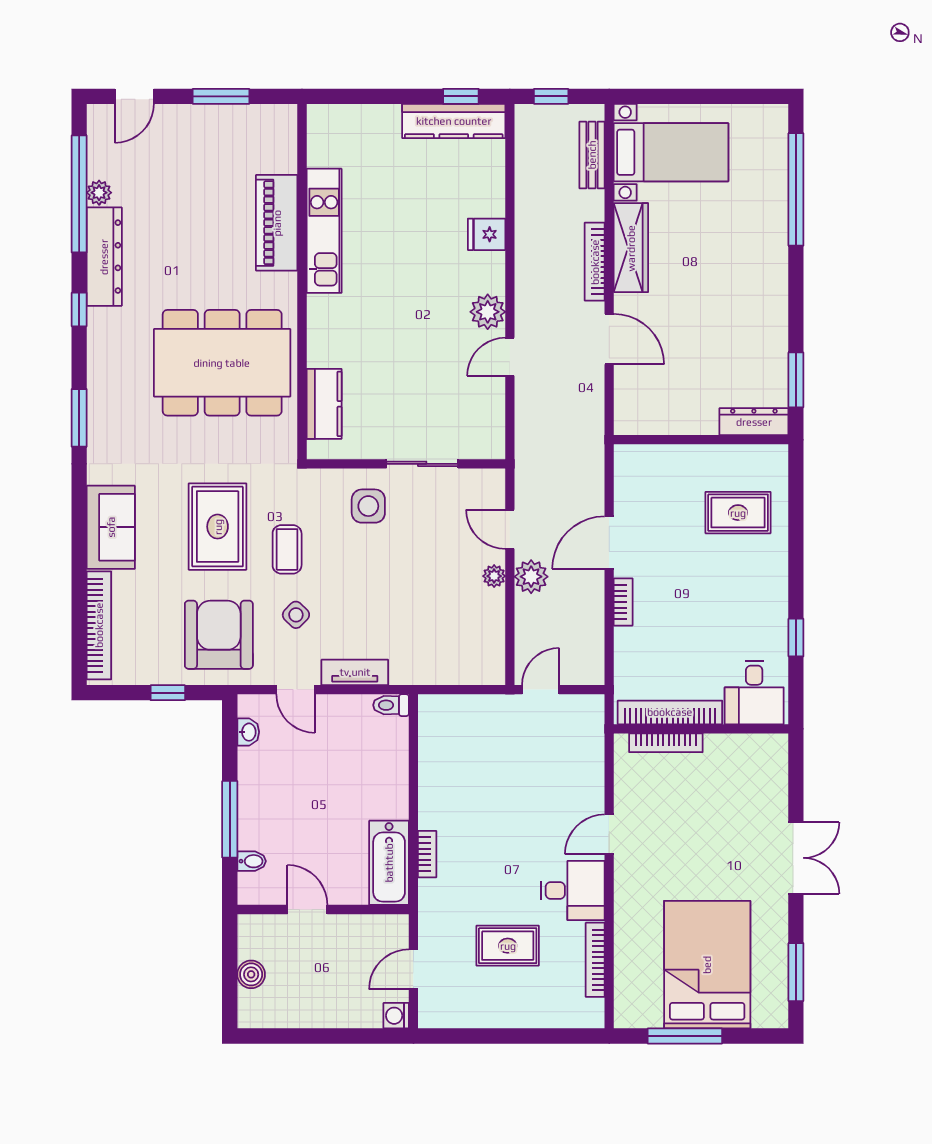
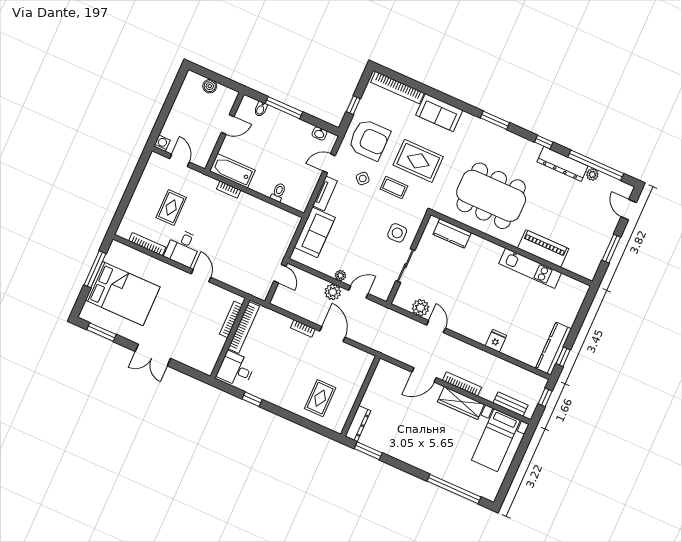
plant: (488, 312) -> (420, 308), moved
dining table: (222, 363) -> (491, 196), turned 90
sofa: (435, 659) -> (315, 232), added
toilet: (391, 705) -> (278, 192), moved

